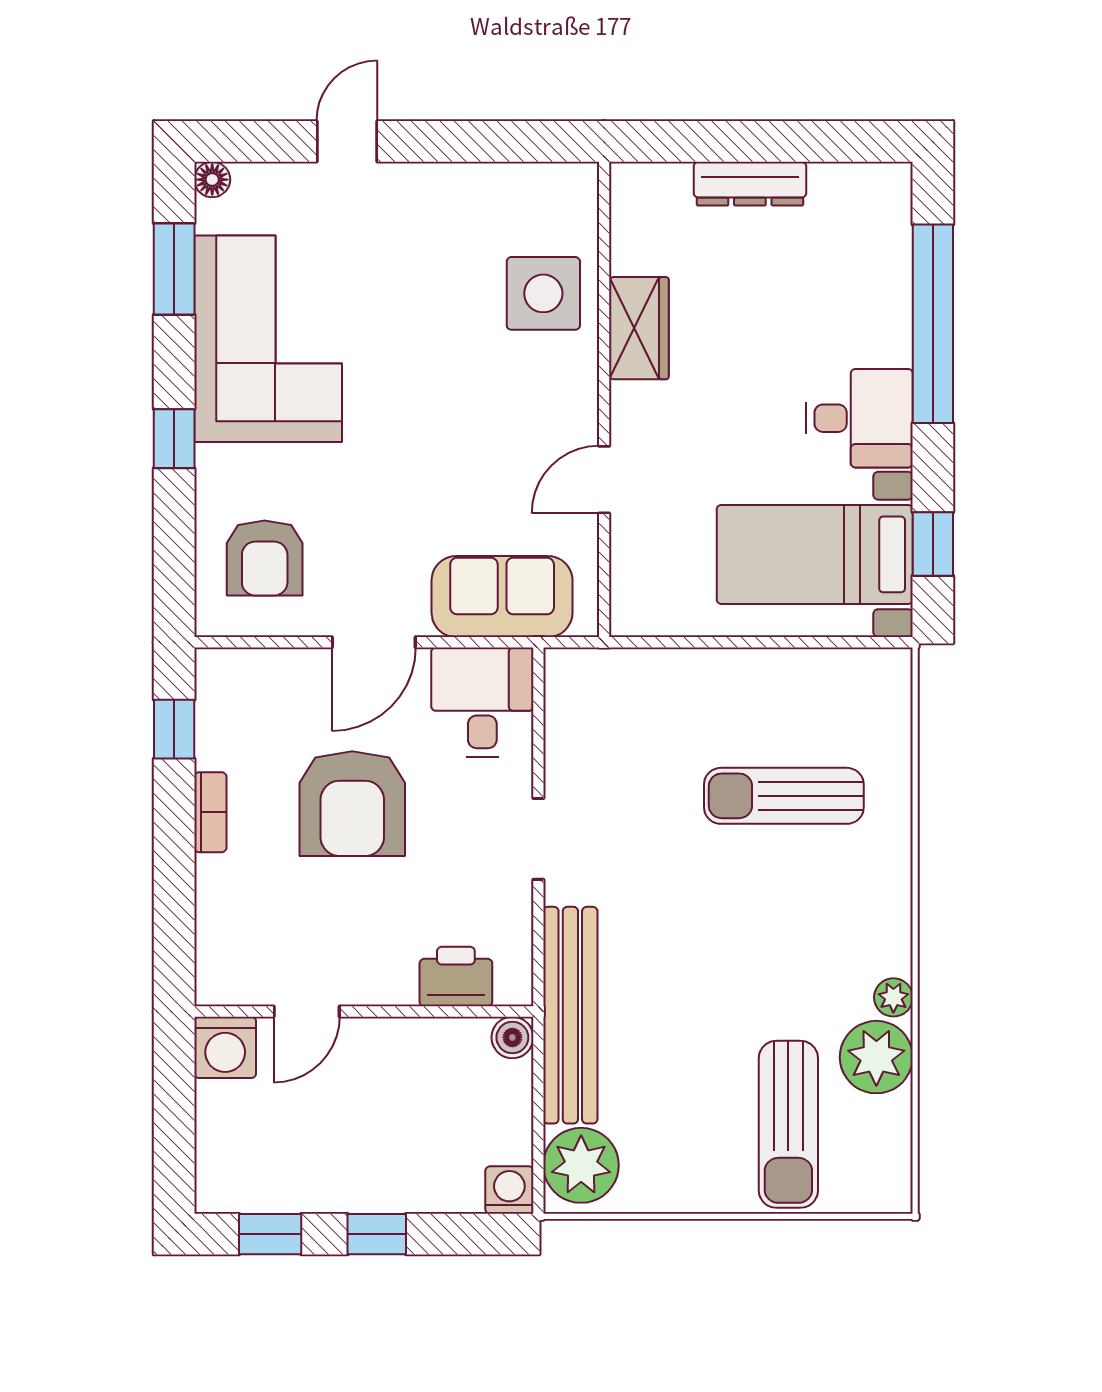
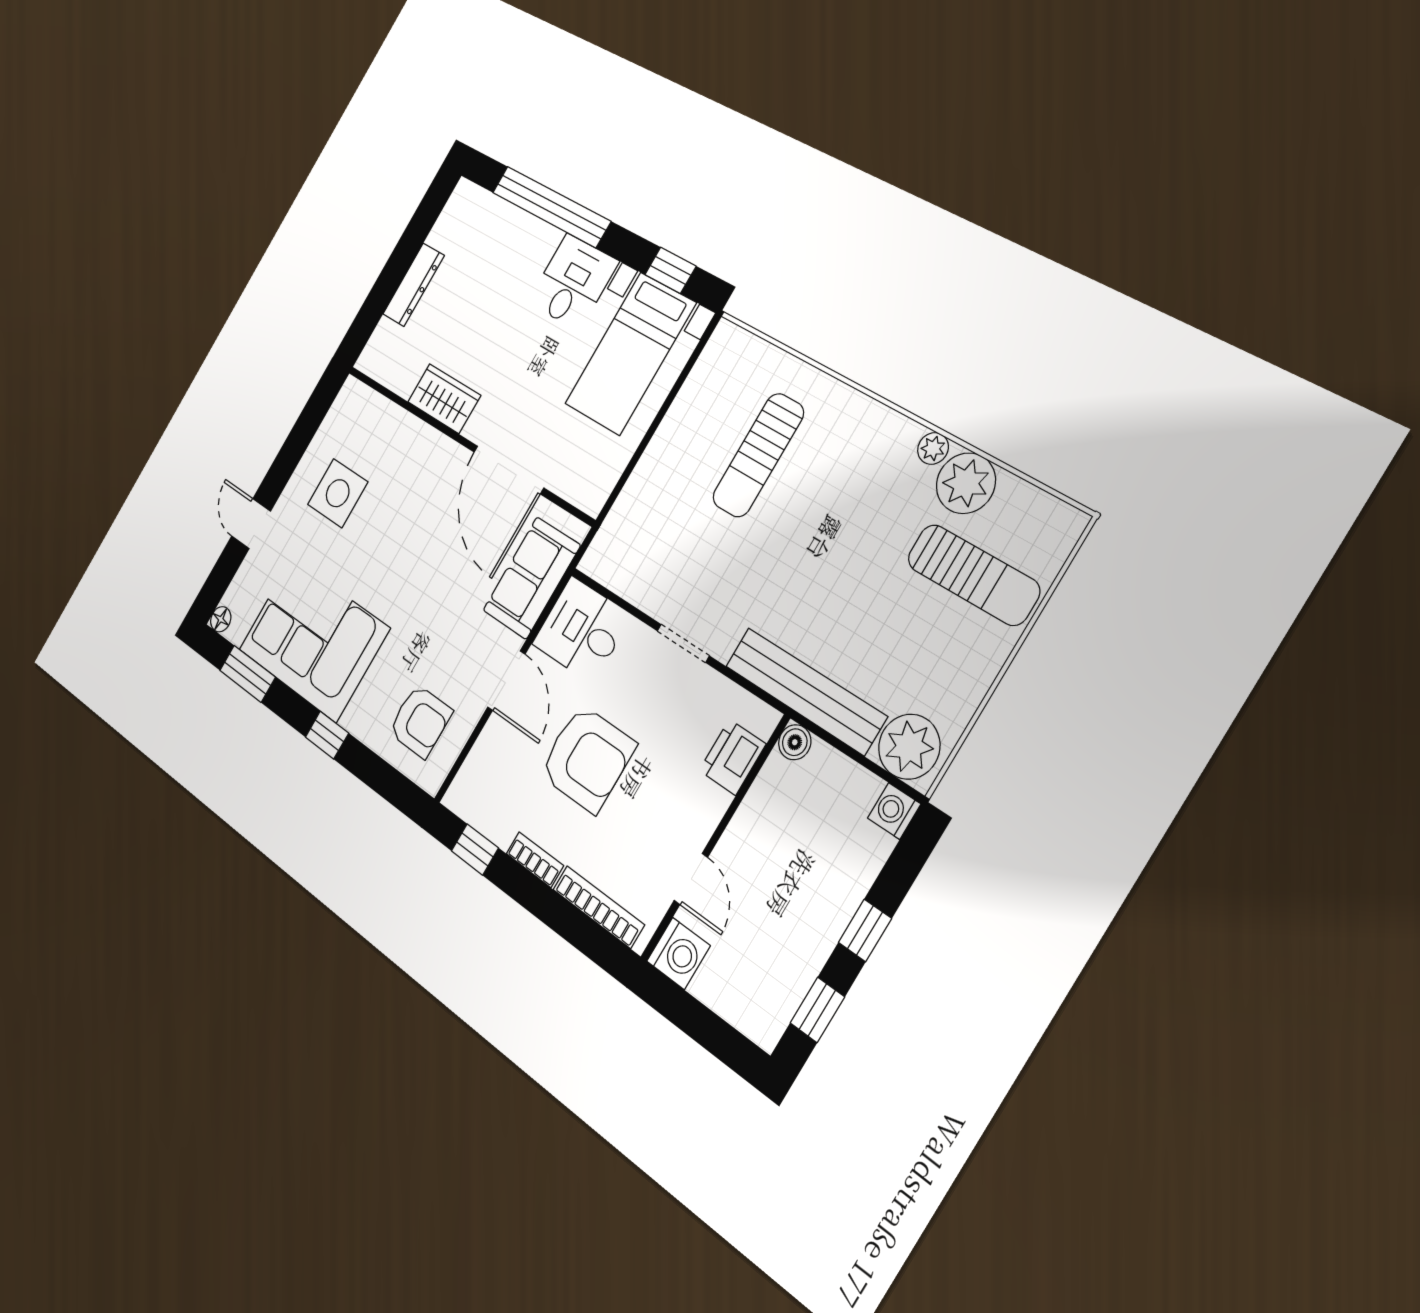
side table: (543, 293) -> (338, 493), moved
door: (604, 480) -> (509, 470), width x1.88
bookcase: (211, 923) -> (598, 907), added

